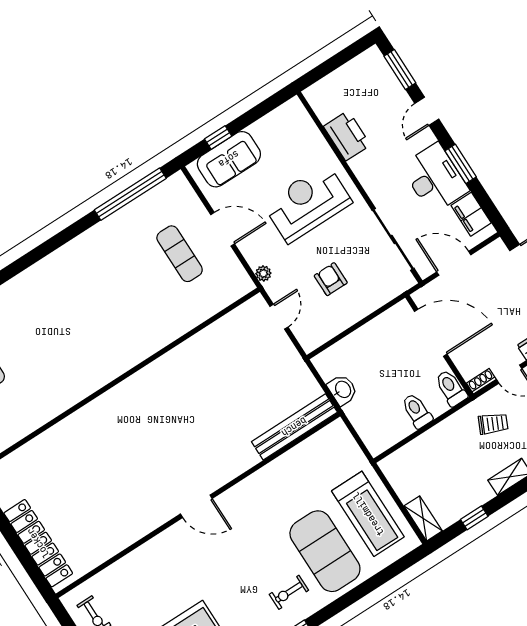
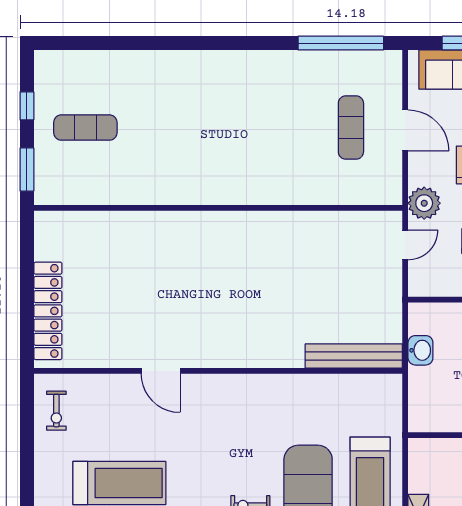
plant: (263, 273) -> (424, 203), width x1.87, depth x1.87
door: (196, 506) -> (161, 371), moved

